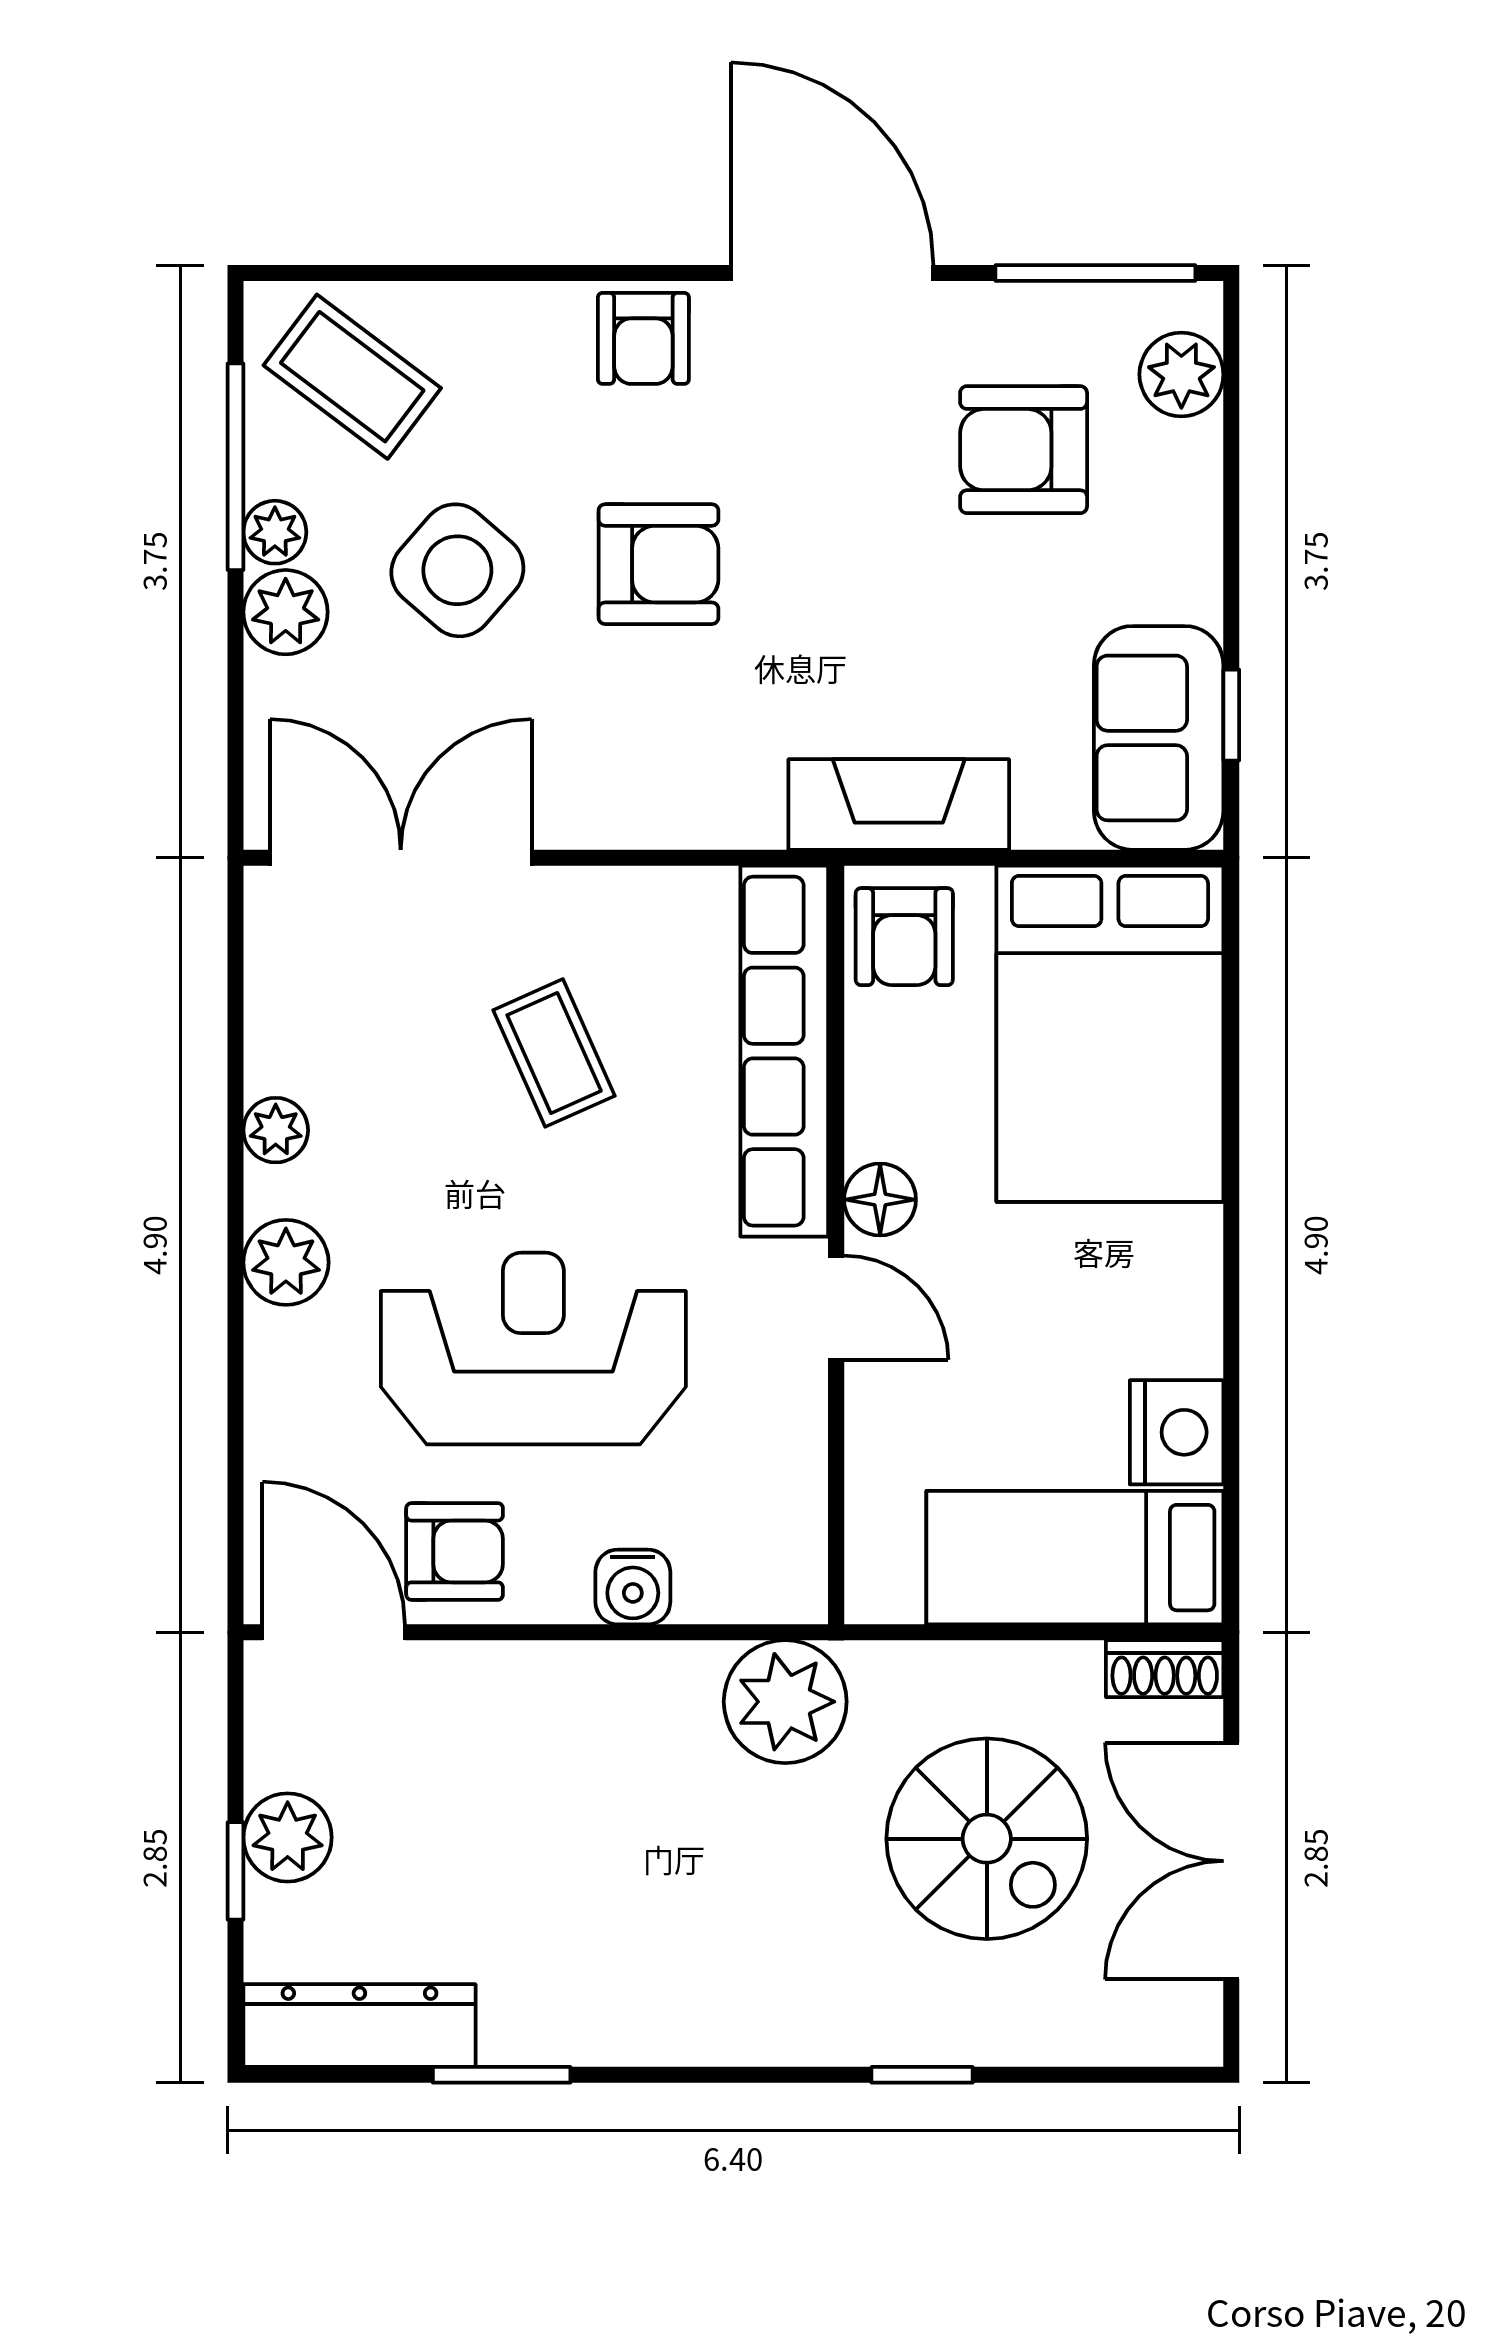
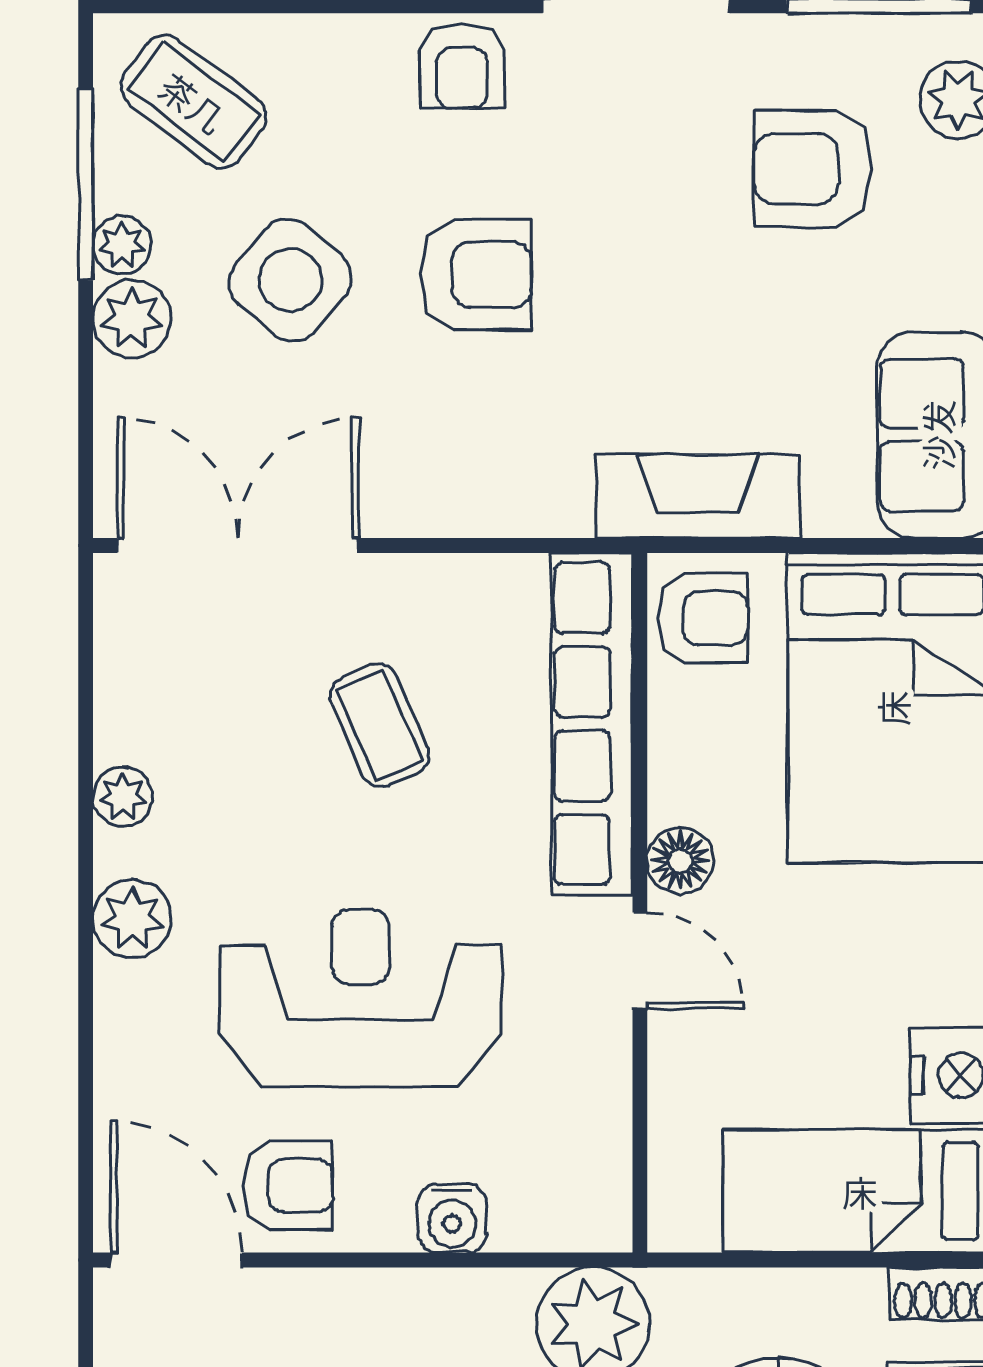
armchair: (904, 937) -> (703, 618), turned -90

